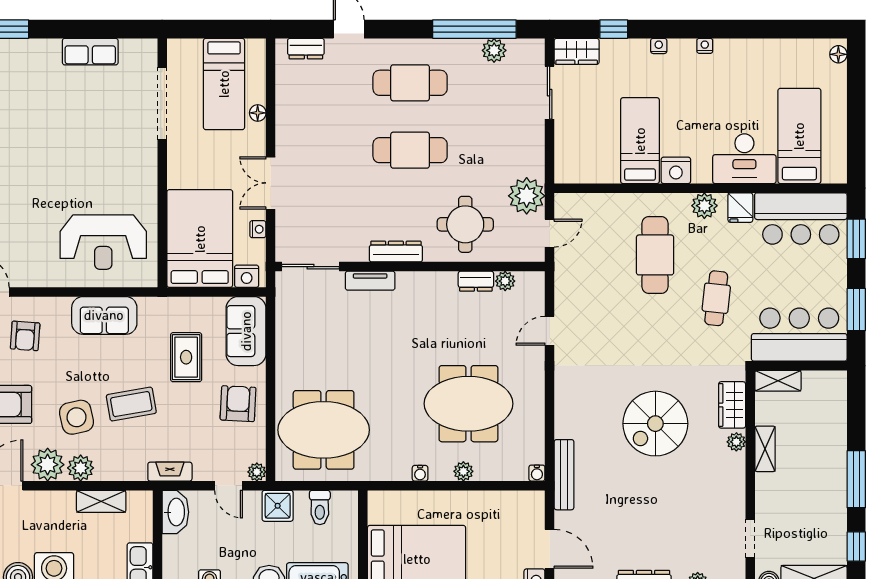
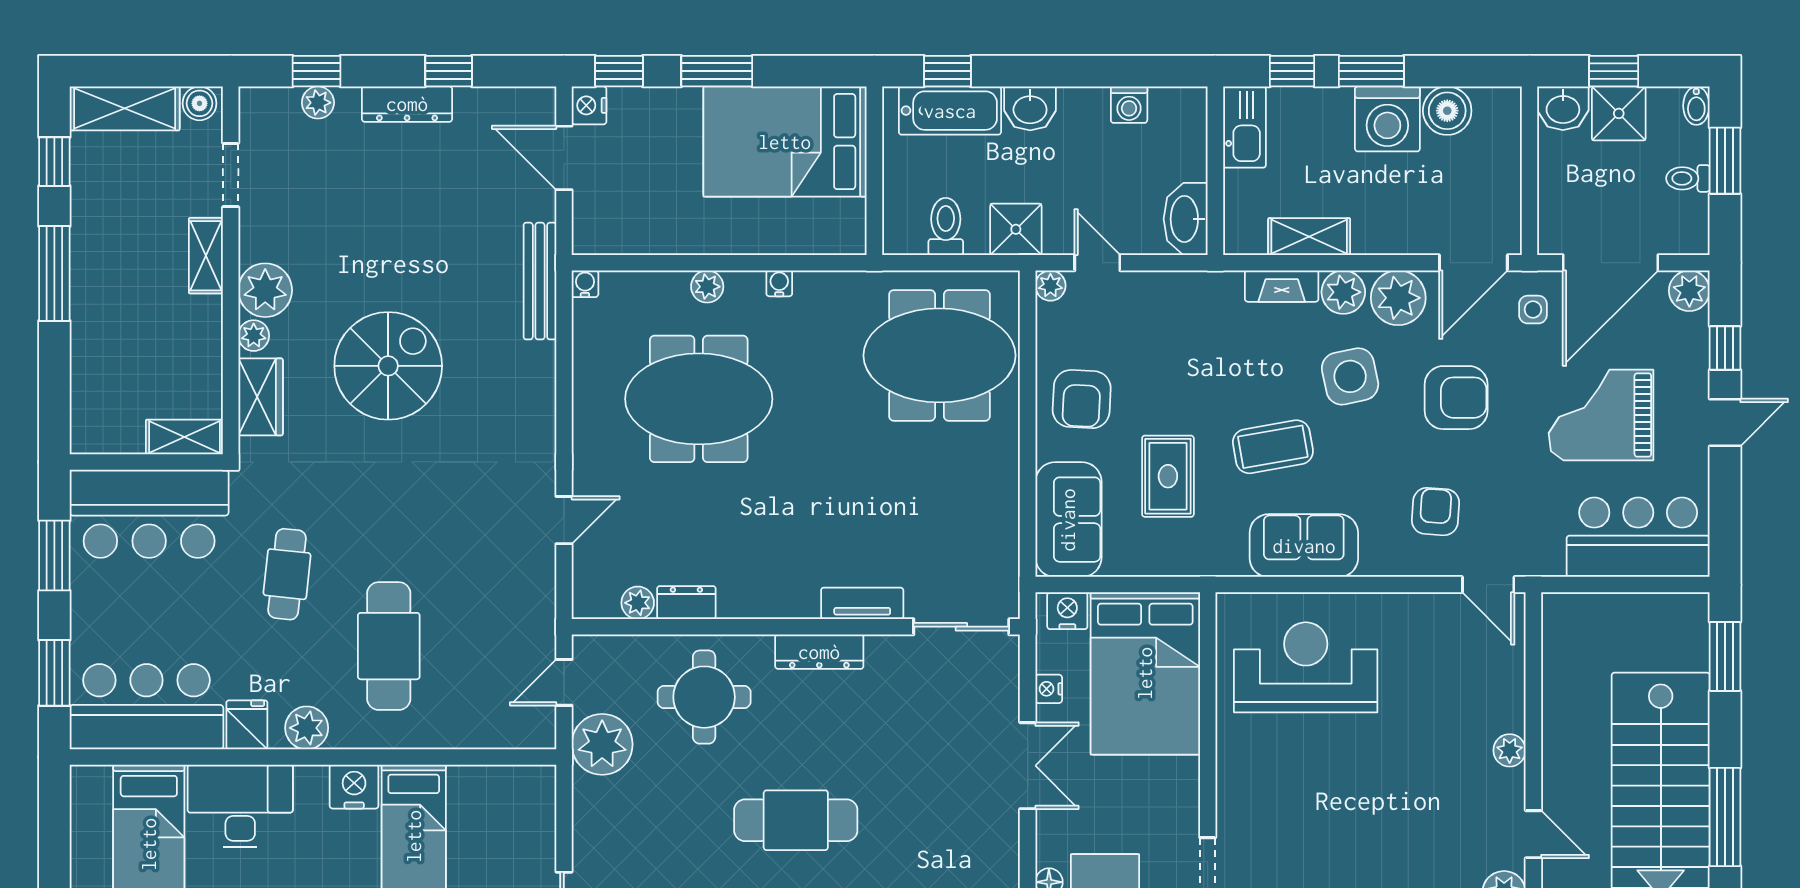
coffee table: (131, 404) -> (1273, 447), moved
shelving: (765, 449) -> (206, 256), moved
plant: (729, 469) -> (265, 290), added
fireplace: (170, 472) -> (1282, 286), moved

